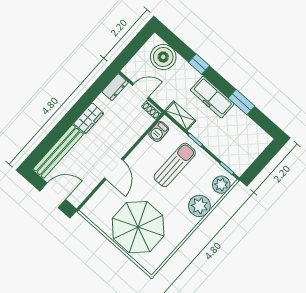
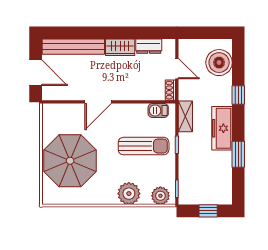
dresser: (115, 87) -> (149, 46), moved
window: (263, 160) -> (208, 211), added

